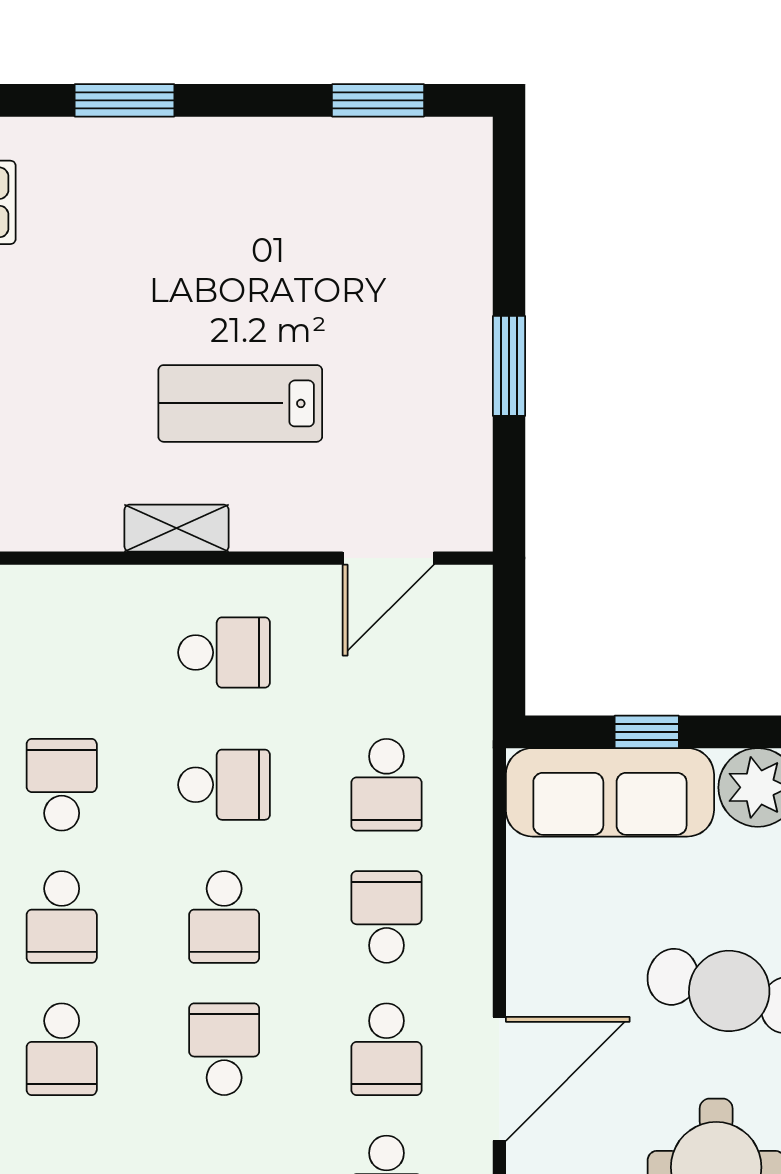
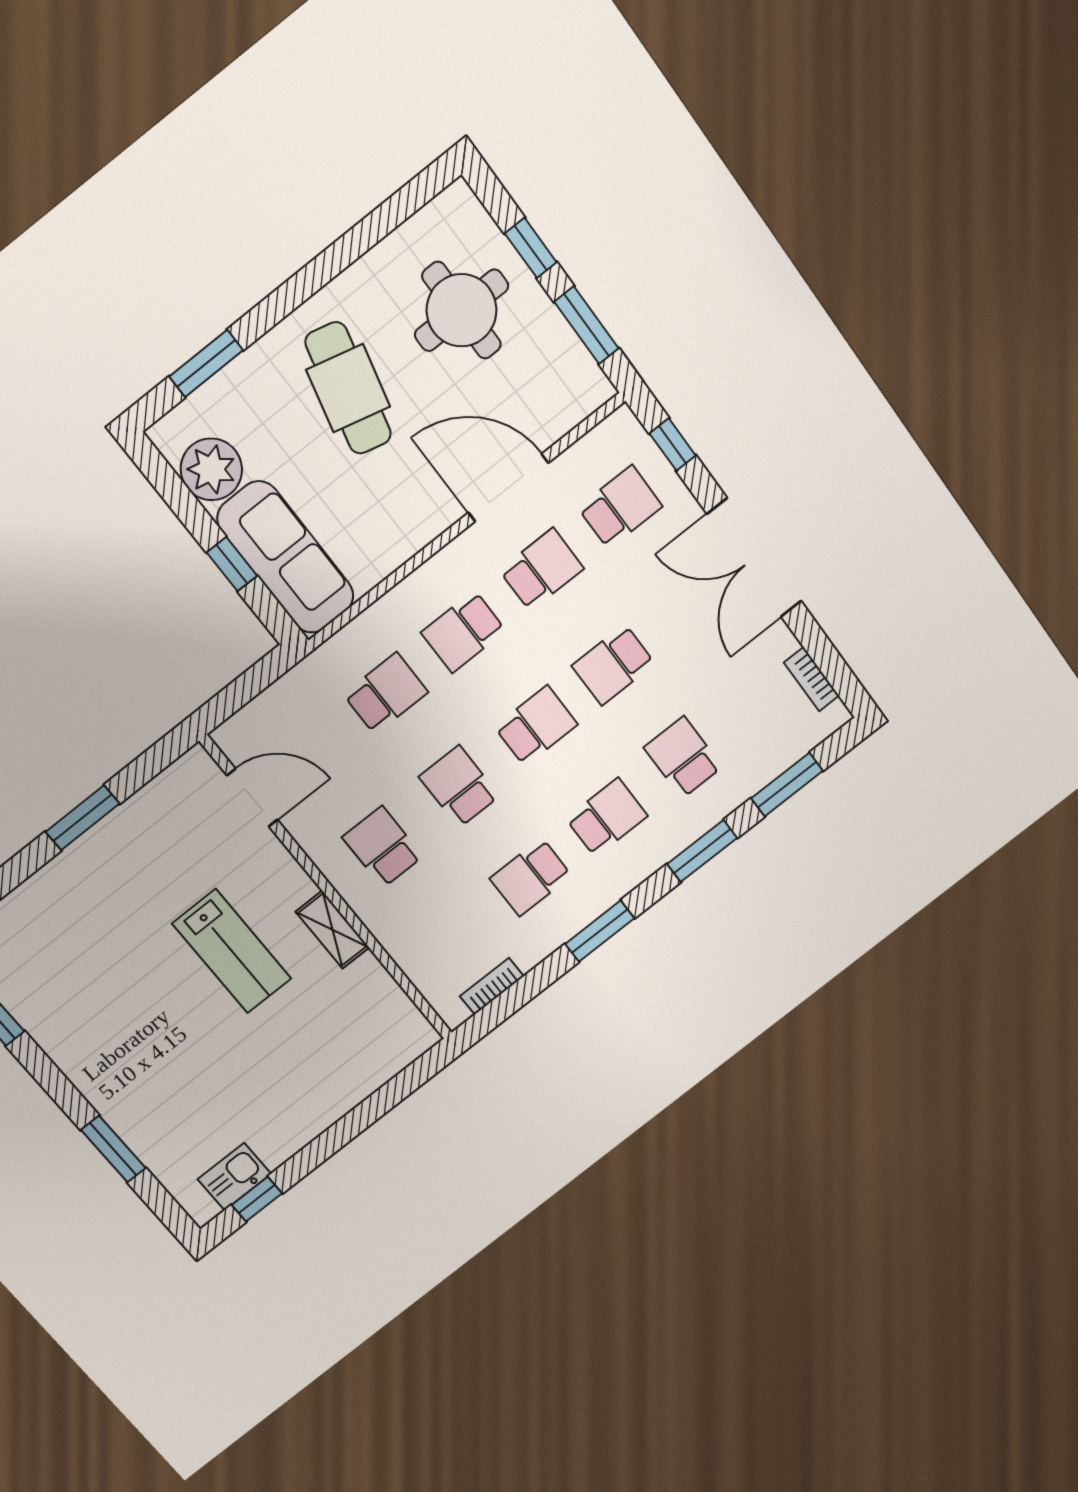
school desk: (62, 1049) -> (683, 757), turned -90

